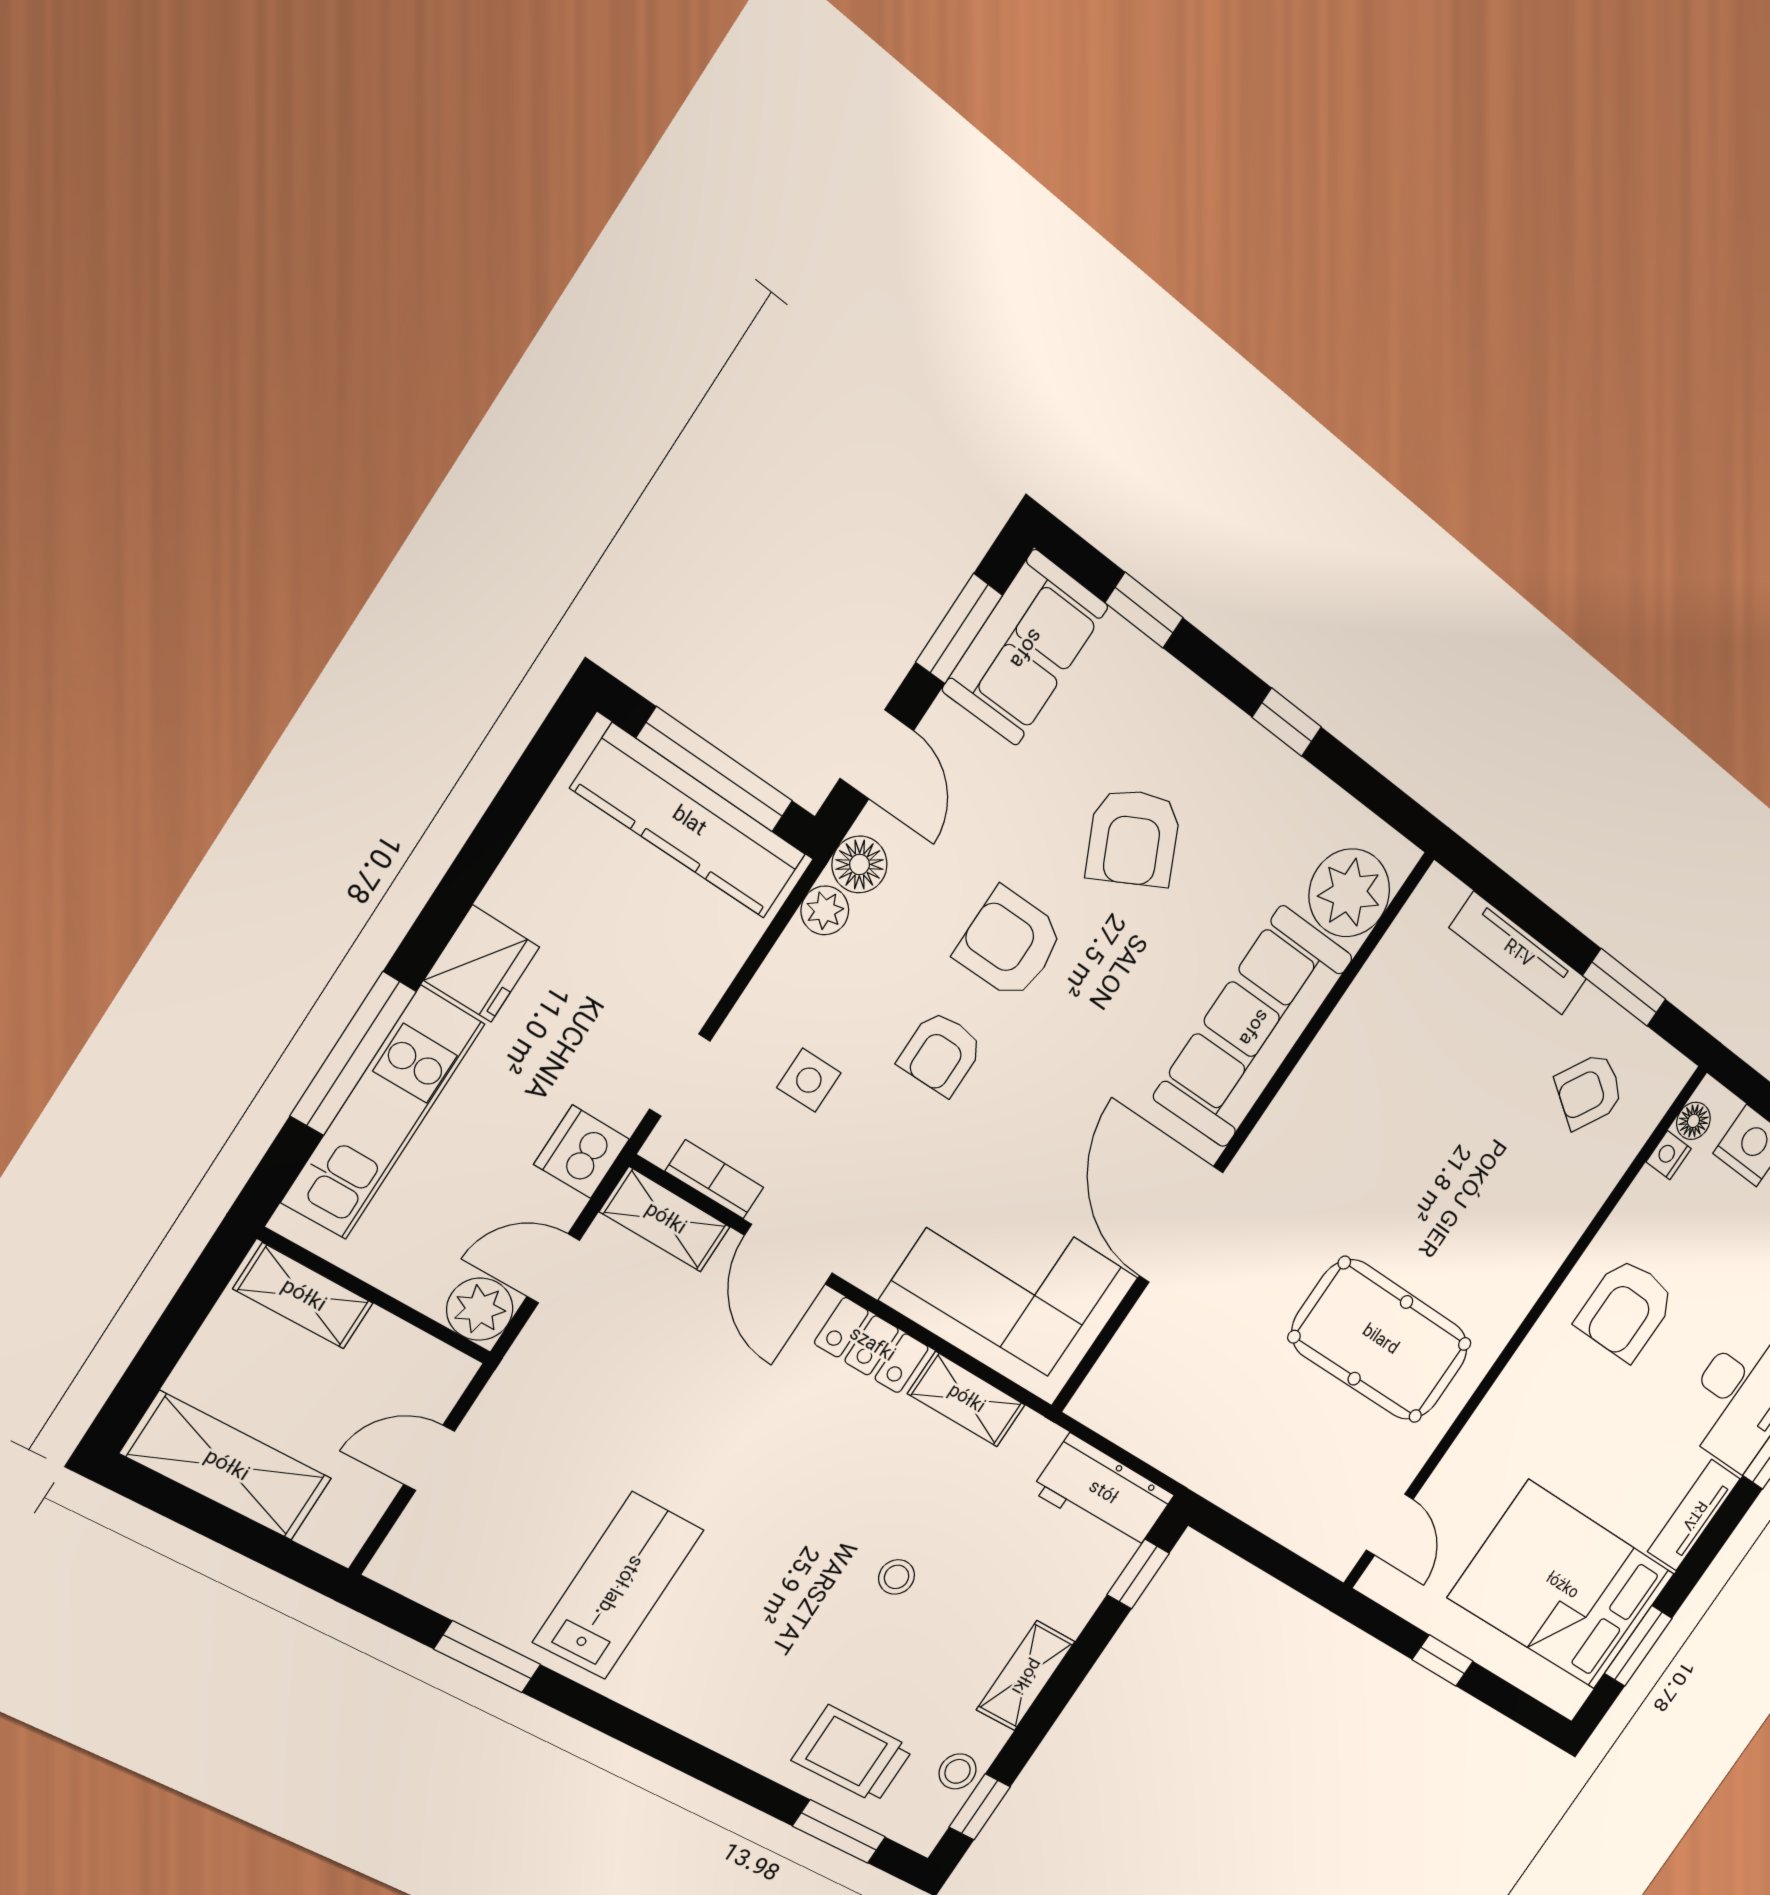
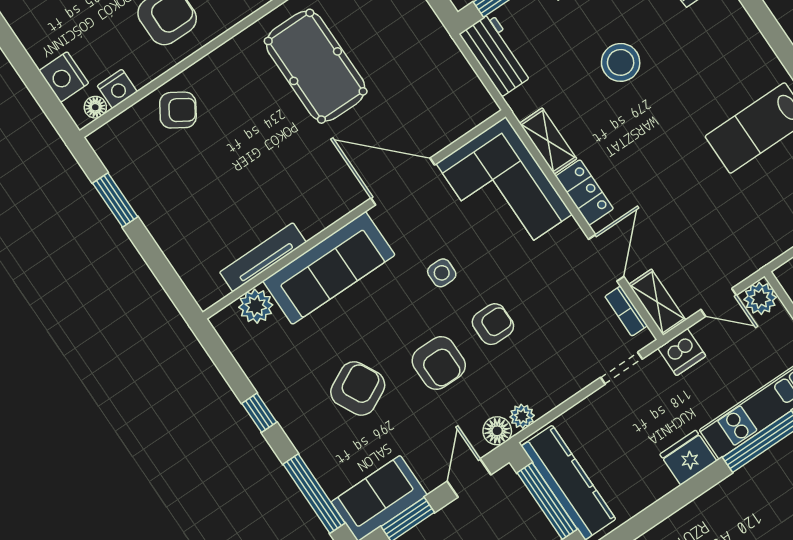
window: (1144, 610) -> (314, 494), width x2.17
plant: (1349, 893) -> (256, 306), width x0.73, depth x0.73
tv unit: (1518, 954) -> (263, 257), moved, turned -90
side table: (809, 1080) -> (442, 273), moved
armchair: (1589, 1091) -> (178, 110), moved
nightstand: (1669, 1155) -> (117, 89), width x1.39, depth x1.35
door: (1181, 1224) -> (403, 182), swing flipped
stool: (897, 1577) -> (621, 62), width x1.89, depth x1.89

